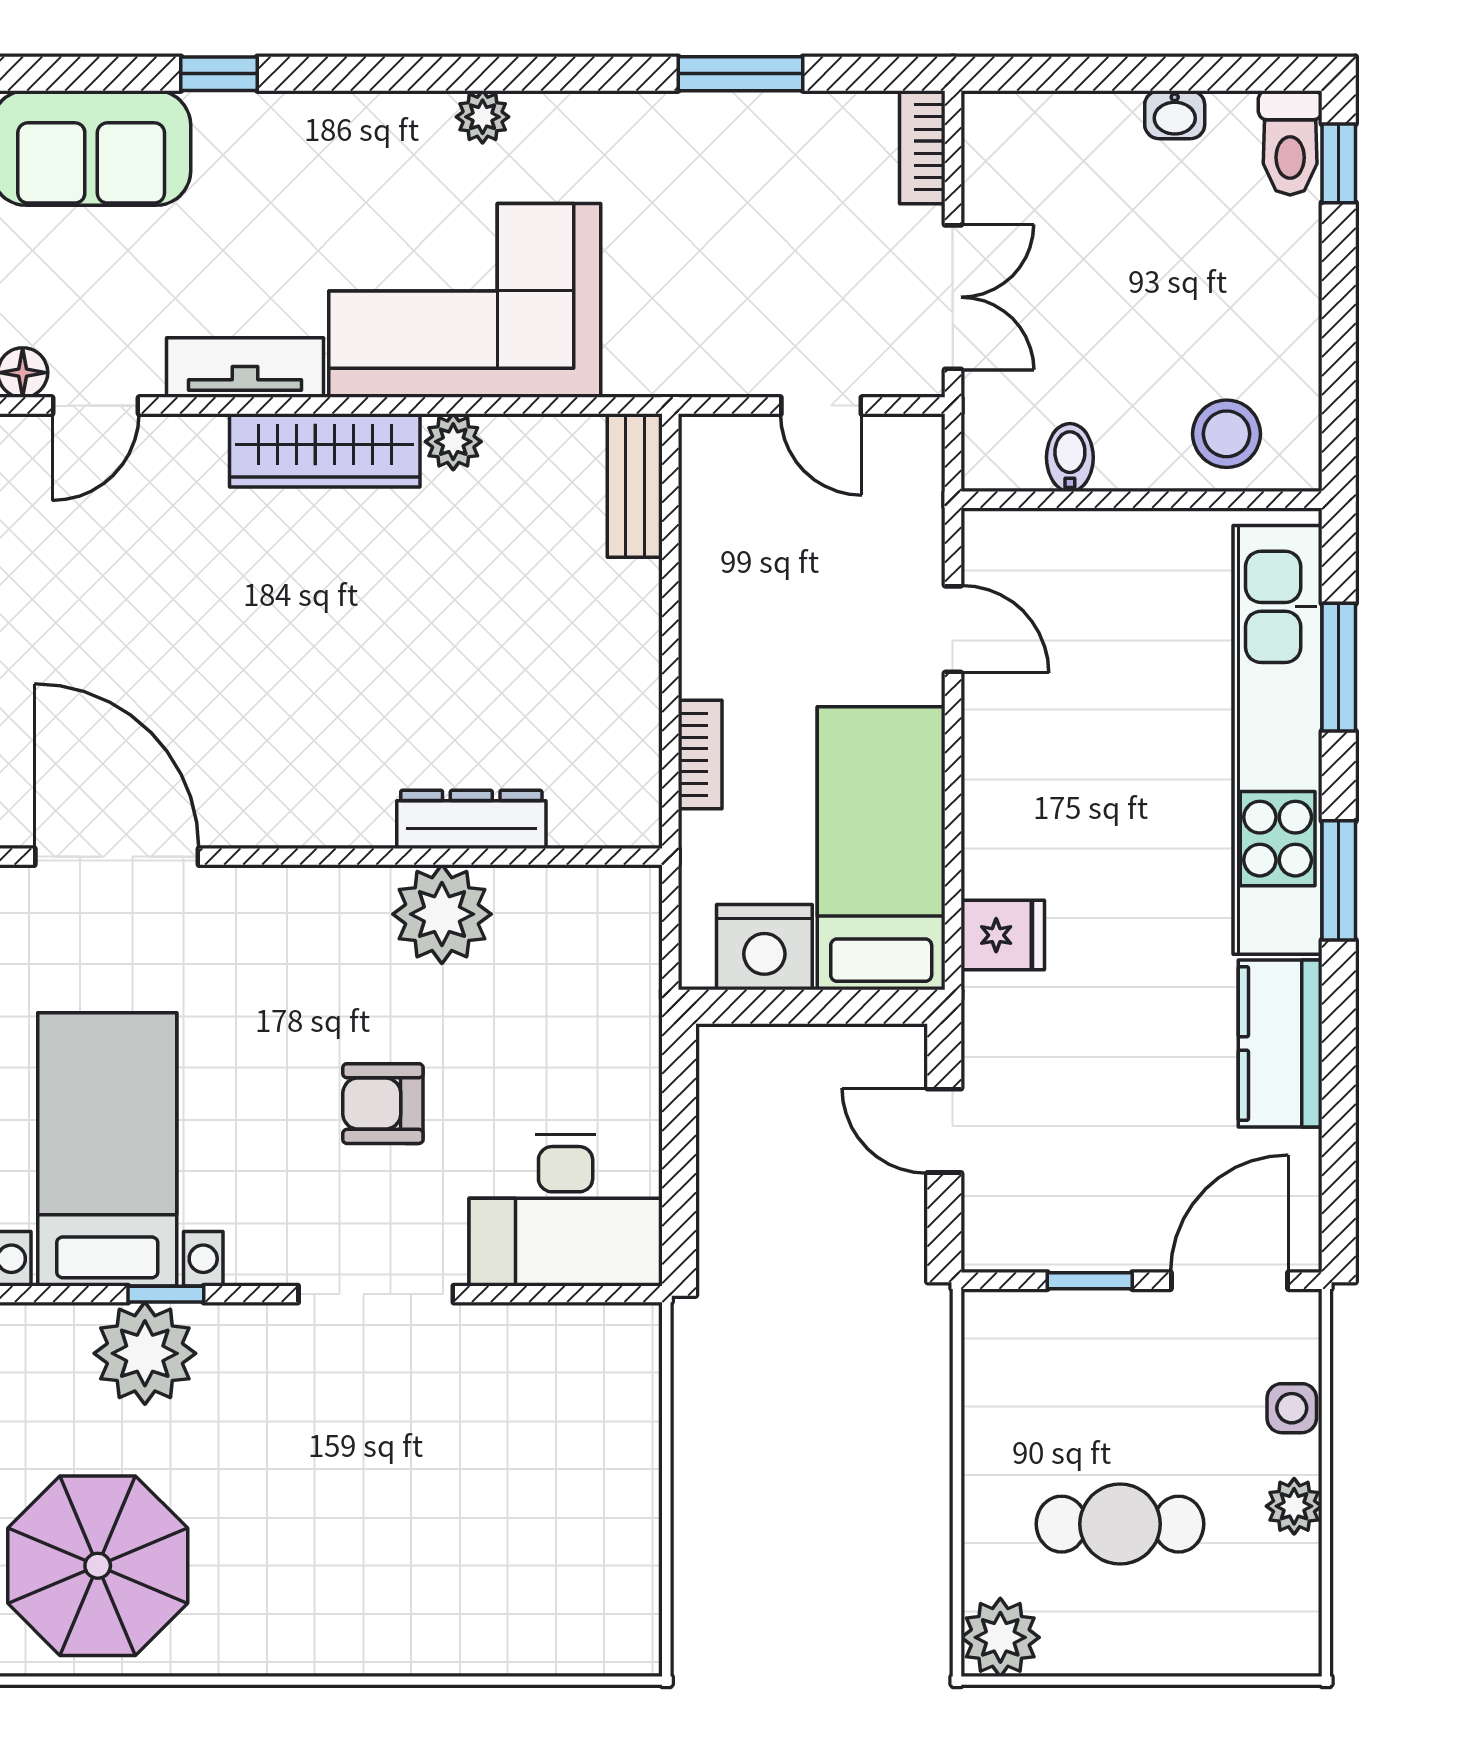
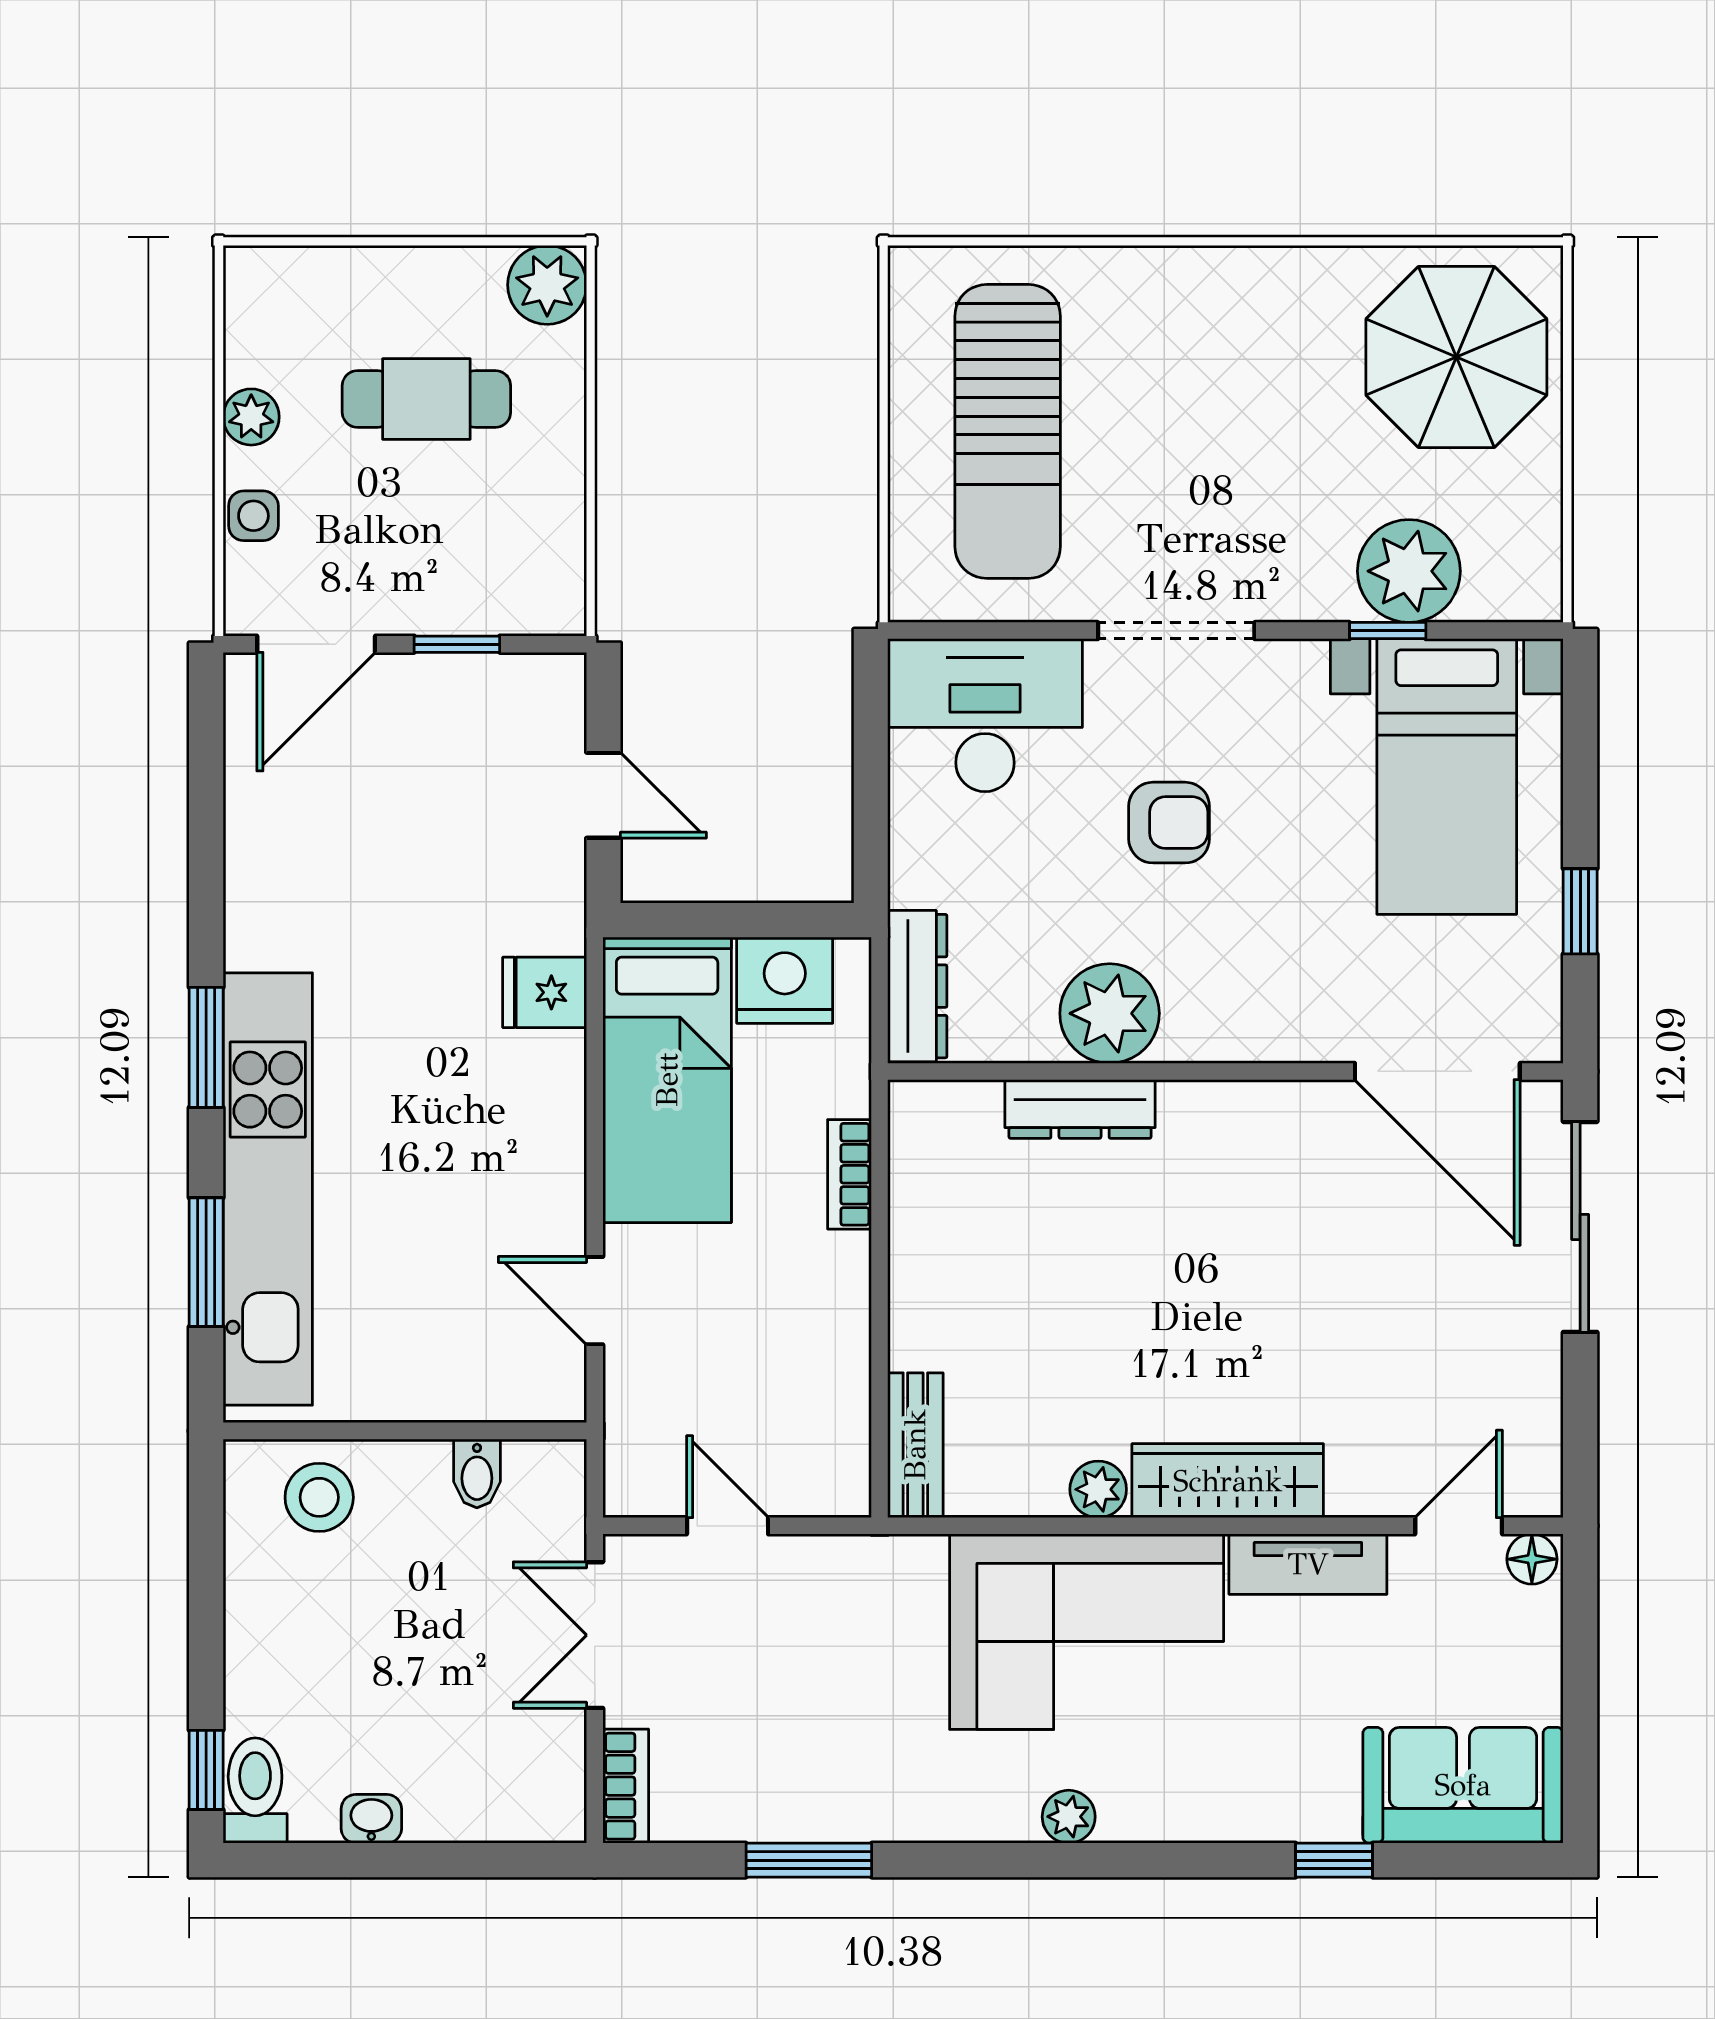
dresser: (633, 941) -> (917, 986), added
kitchen counter: (1280, 1043) -> (265, 883), removed
sun lounger: (543, 1492) -> (1008, 431), added

